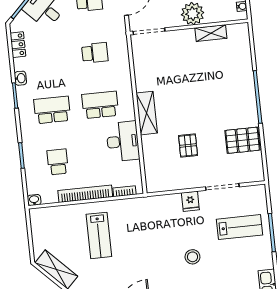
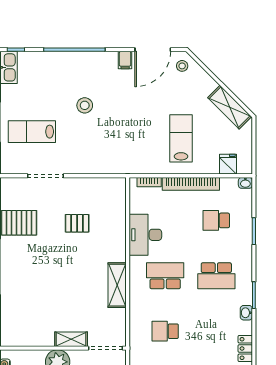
shelving: (211, 33) -> (71, 339), moved
school desk: (100, 105) -> (165, 276), turned 180
shelving: (147, 113) -> (117, 285), moved
pallet: (188, 145) -> (77, 223), turned 90
school desk: (58, 162) -> (216, 220), turned 90
fridge: (190, 201) -> (228, 164), moved

